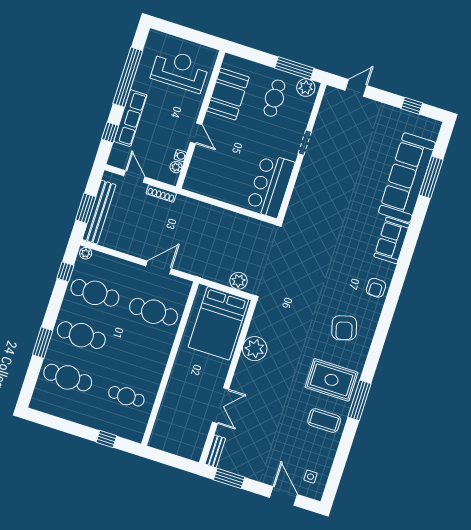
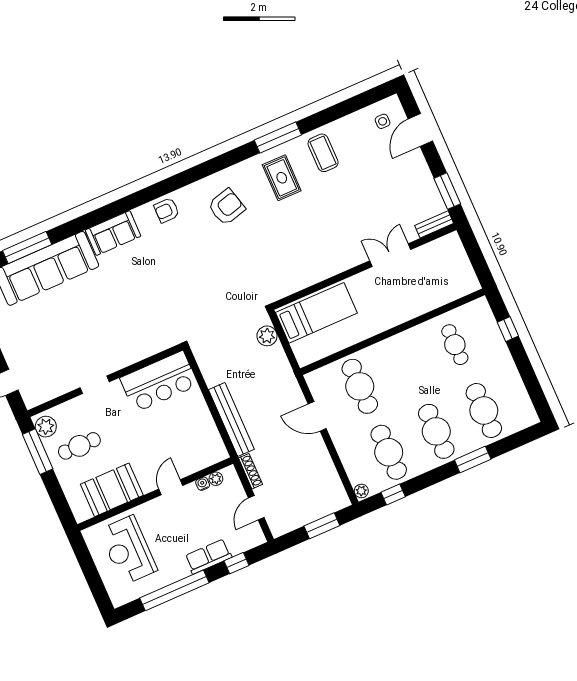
row of seats: (130, 118) -> (208, 557), width x0.68
bench: (99, 212) -> (231, 419), moved, turned 90
armchair: (376, 288) -> (167, 210), turned 180
bed: (218, 323) -> (316, 313), width x0.67
plant: (255, 349) -> (314, 269), removed
rug: (332, 380) -> (282, 178), width x0.73, depth x0.70

